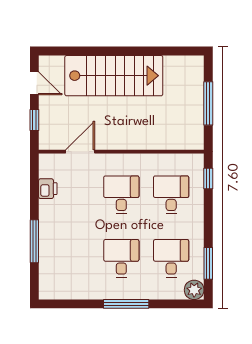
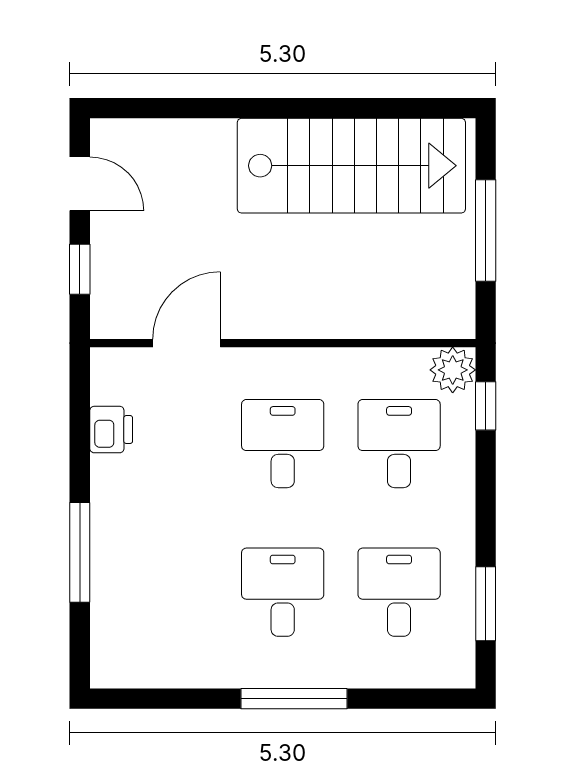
stairs: (114, 76) -> (351, 166), moved
plant: (194, 290) -> (453, 370), moved

